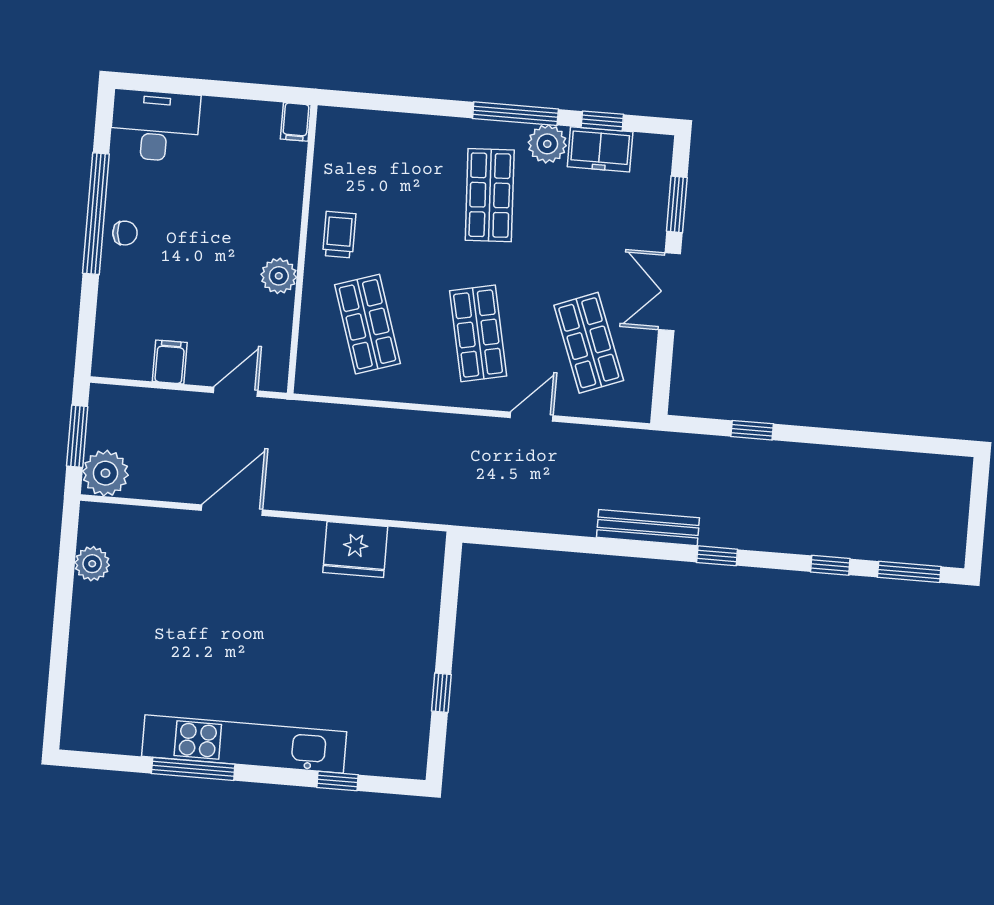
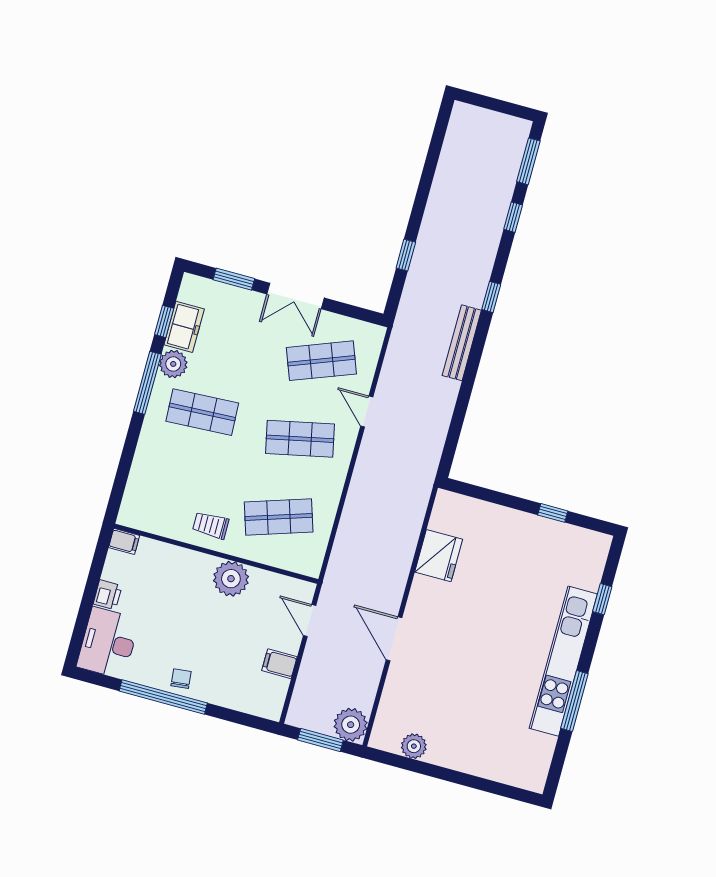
printer: (220, 113) -> (108, 595), added
plant: (279, 276) -> (231, 579), width x1.36, depth x1.36

